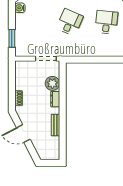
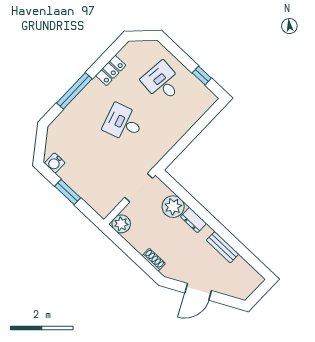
desk: (70, 22) -> (123, 123), turned -42
window: (12, 38) -> (68, 192), moved
plant: (21, 67) -> (121, 224), added

